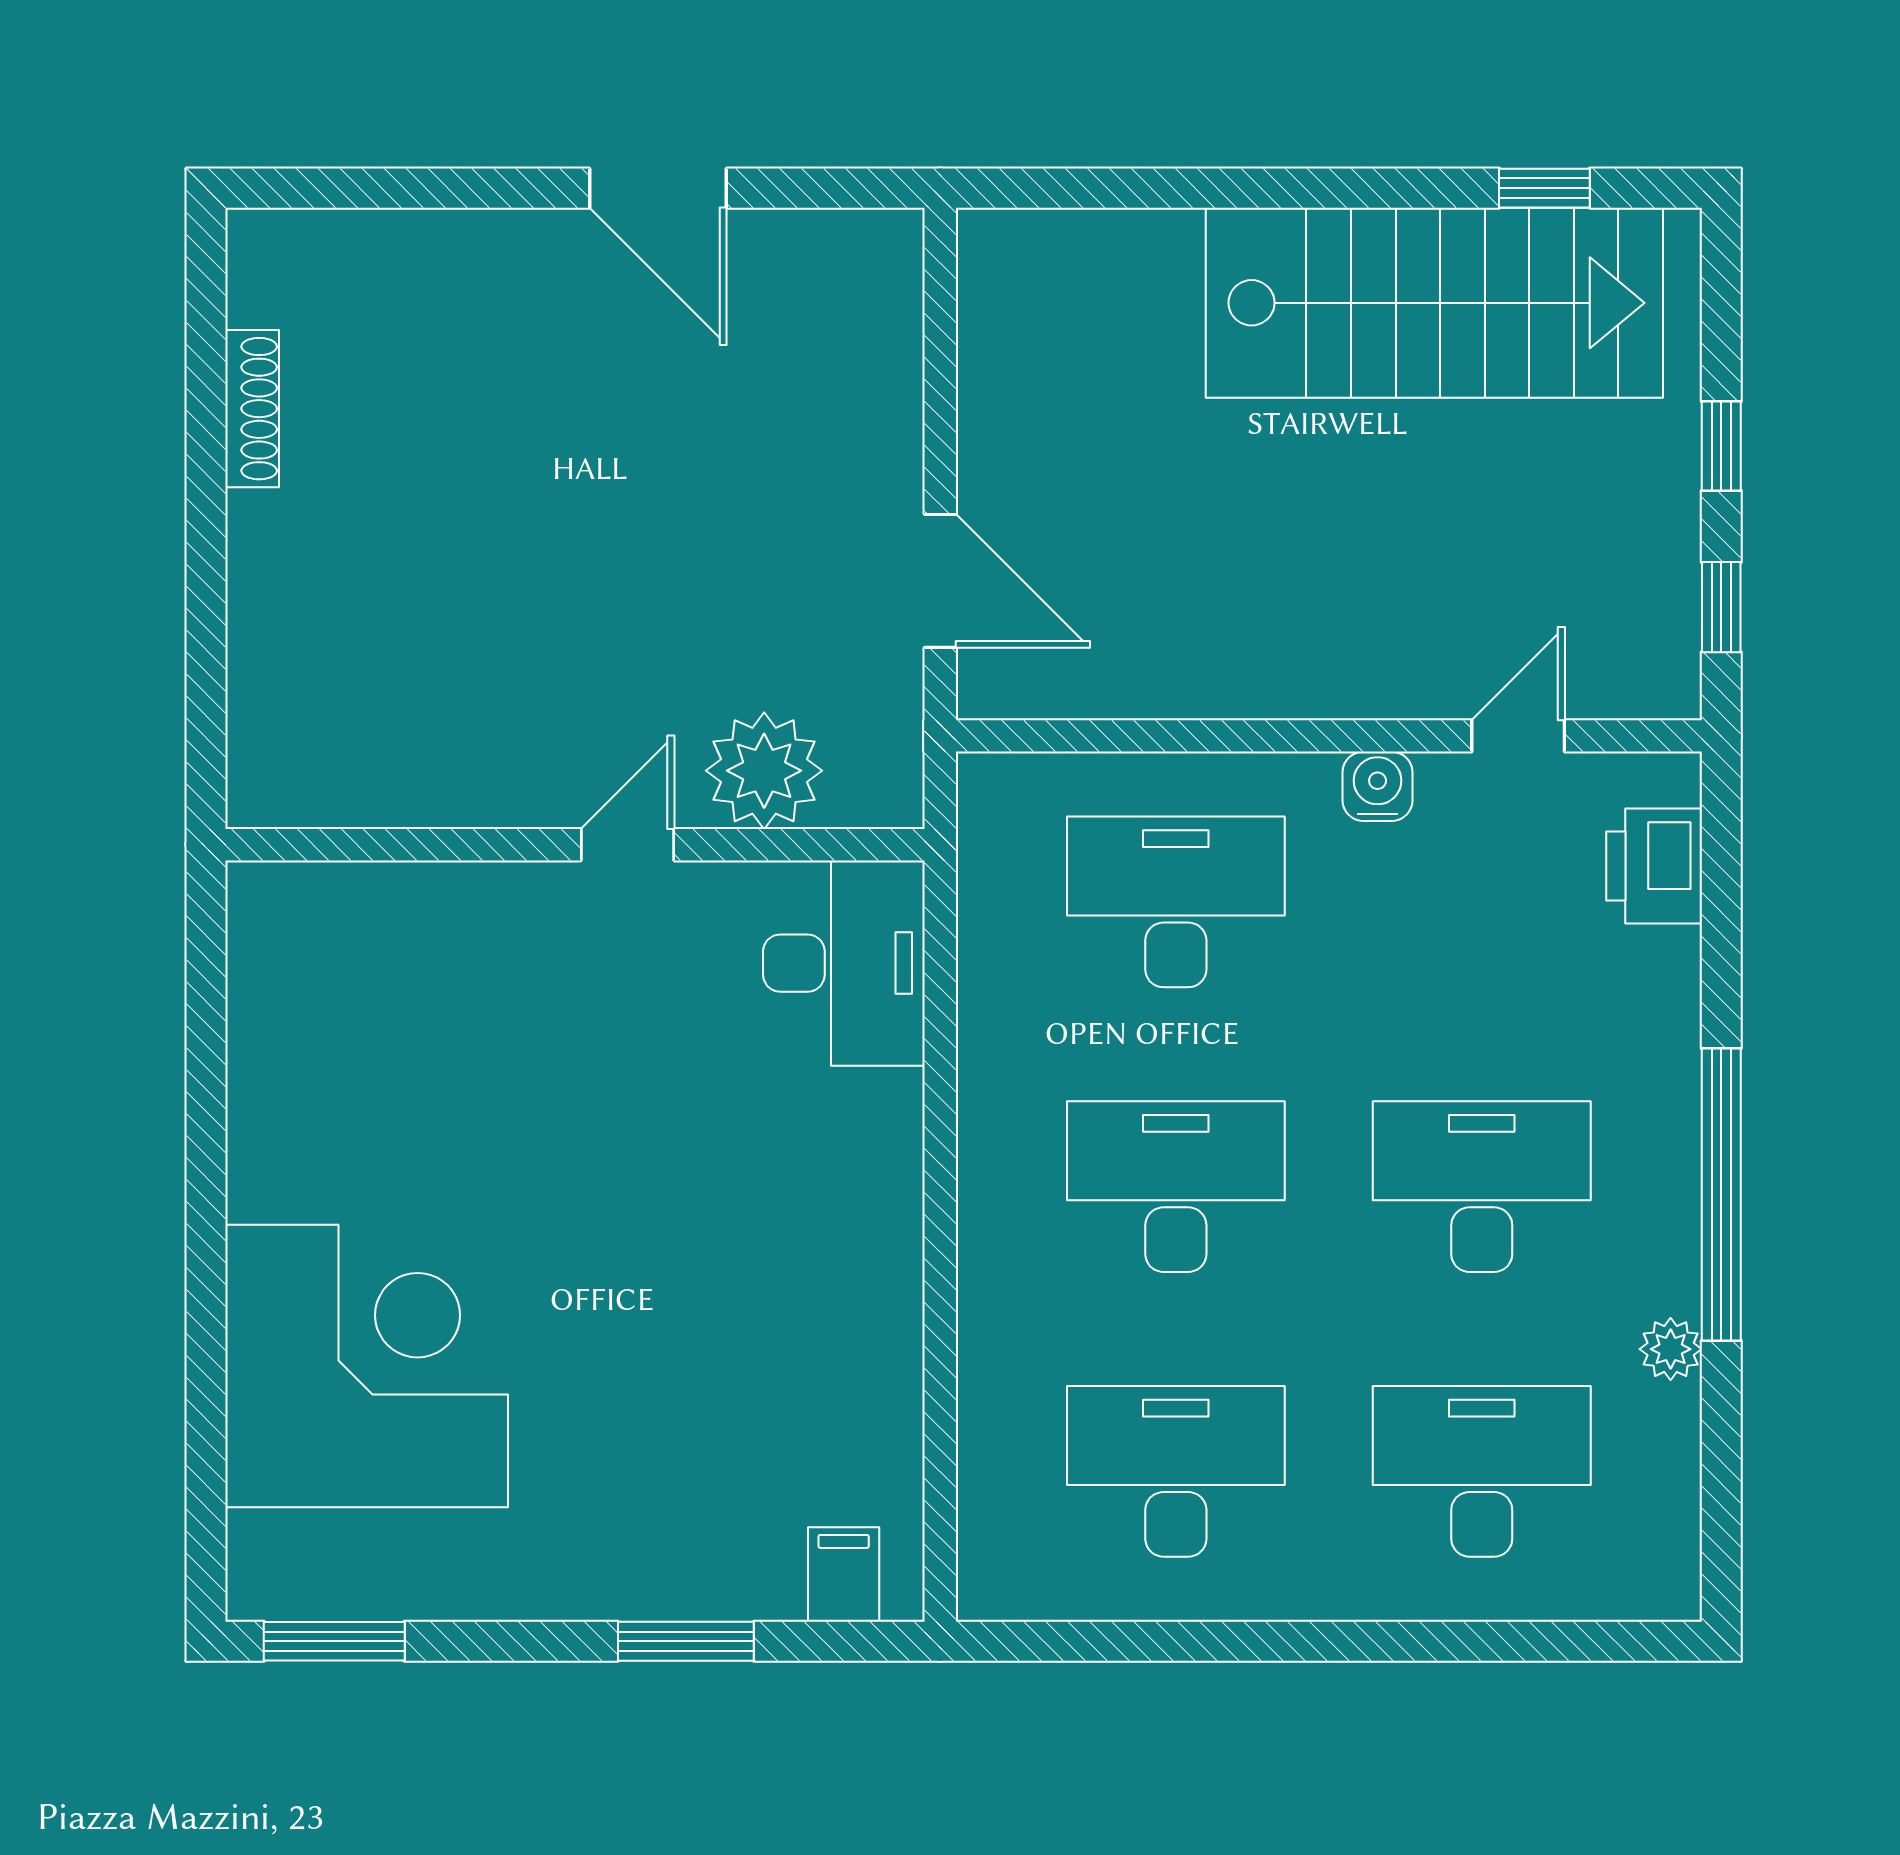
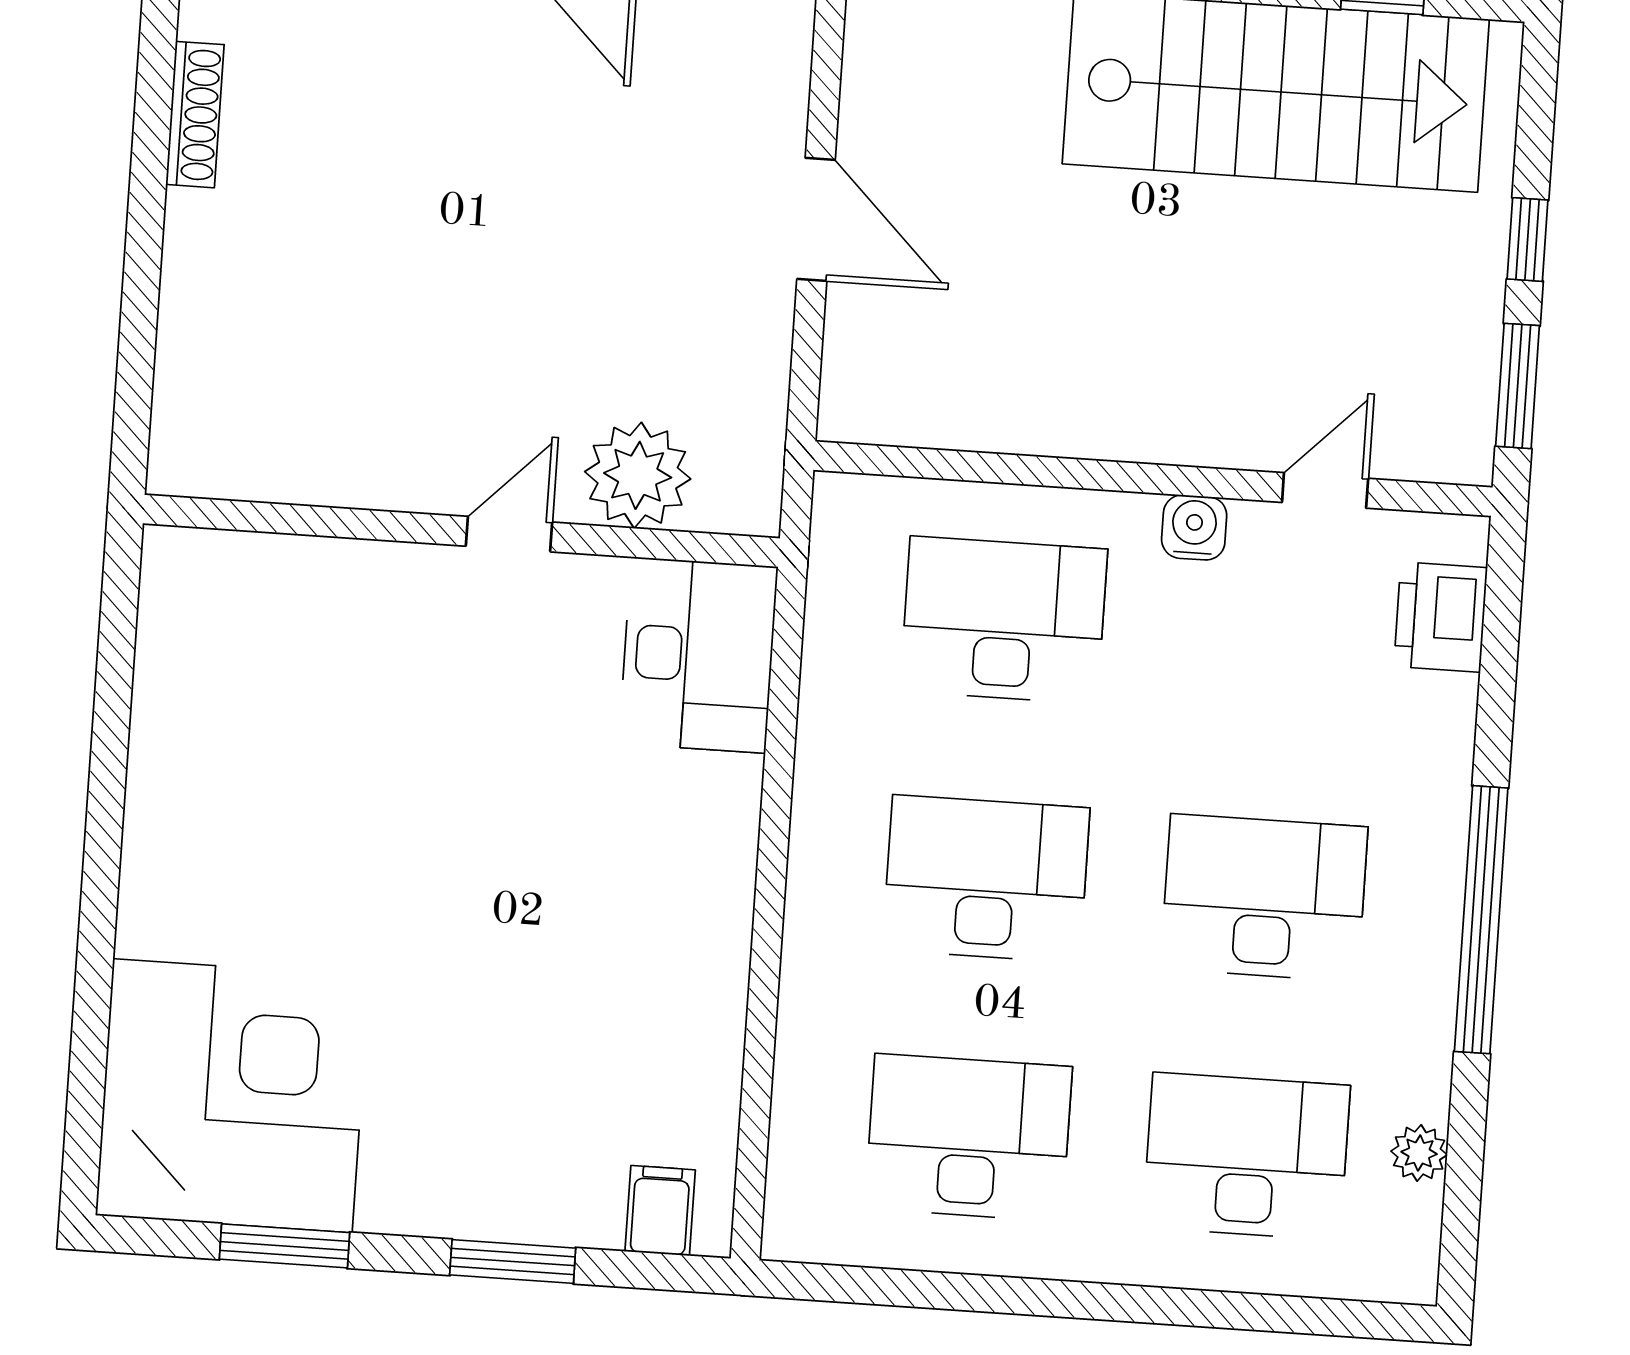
door: (940, 581) -> (816, 219), moved
window: (1721, 607) -> (1518, 386), width x1.50
plant: (1671, 1349) -> (1419, 1153), moved
corner desk: (367, 1366) -> (233, 1096), moved
window: (334, 1641) -> (285, 1246), moved

